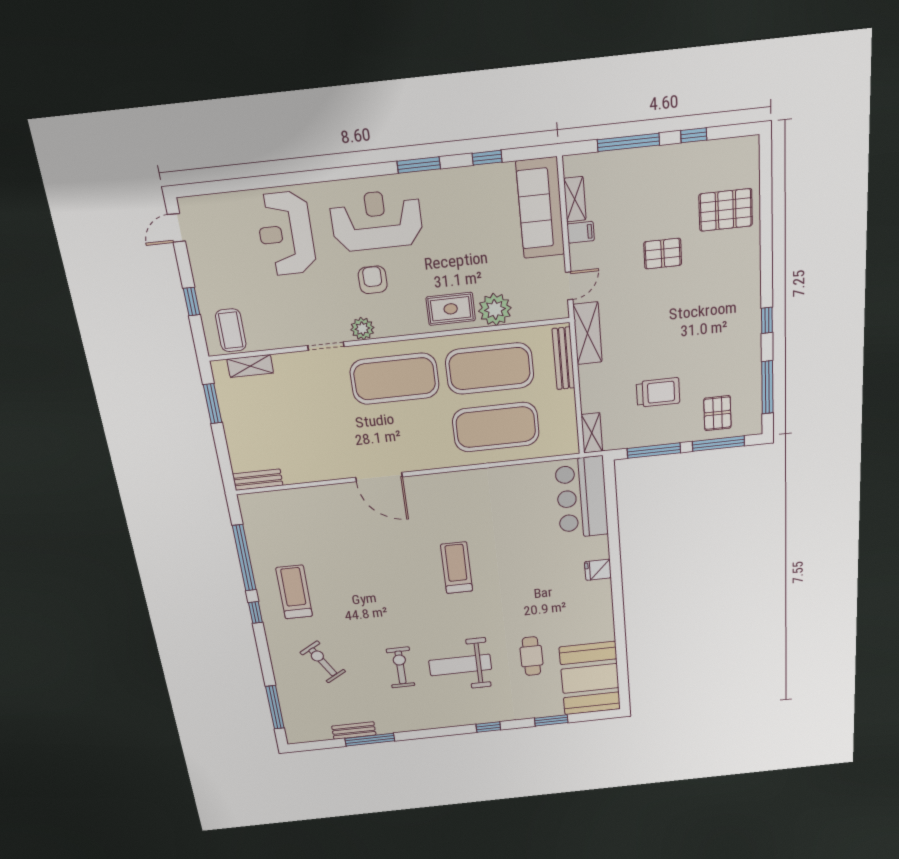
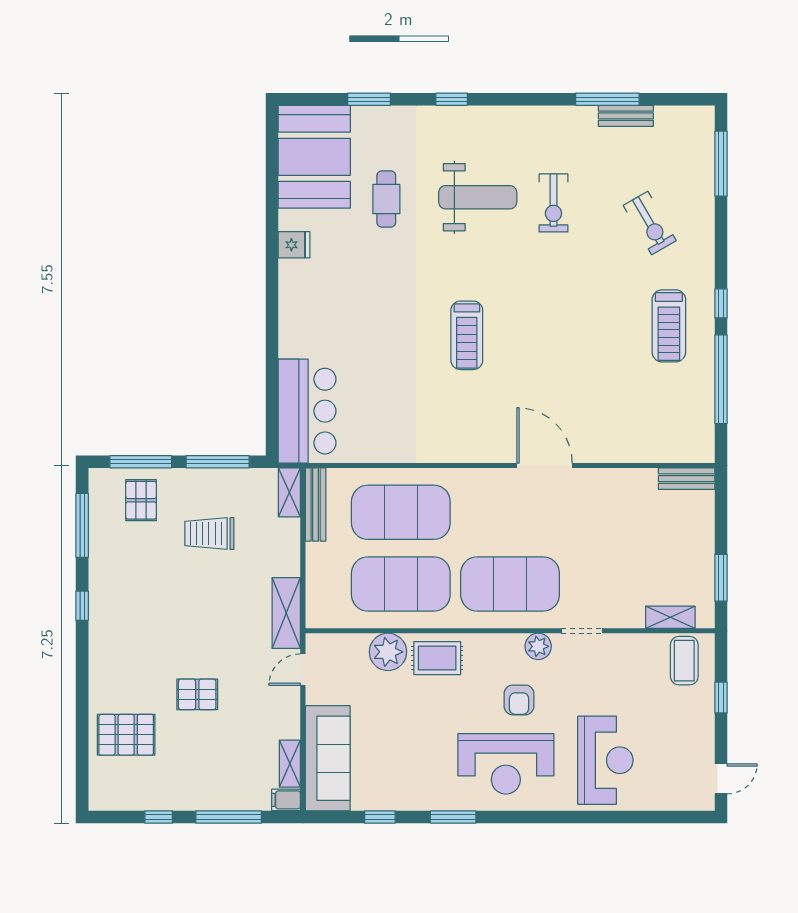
filing cabinet: (581, 232) -> (286, 800), moved
bench: (564, 358) -> (316, 504), moved
fridge: (598, 570) -> (294, 245), moved

